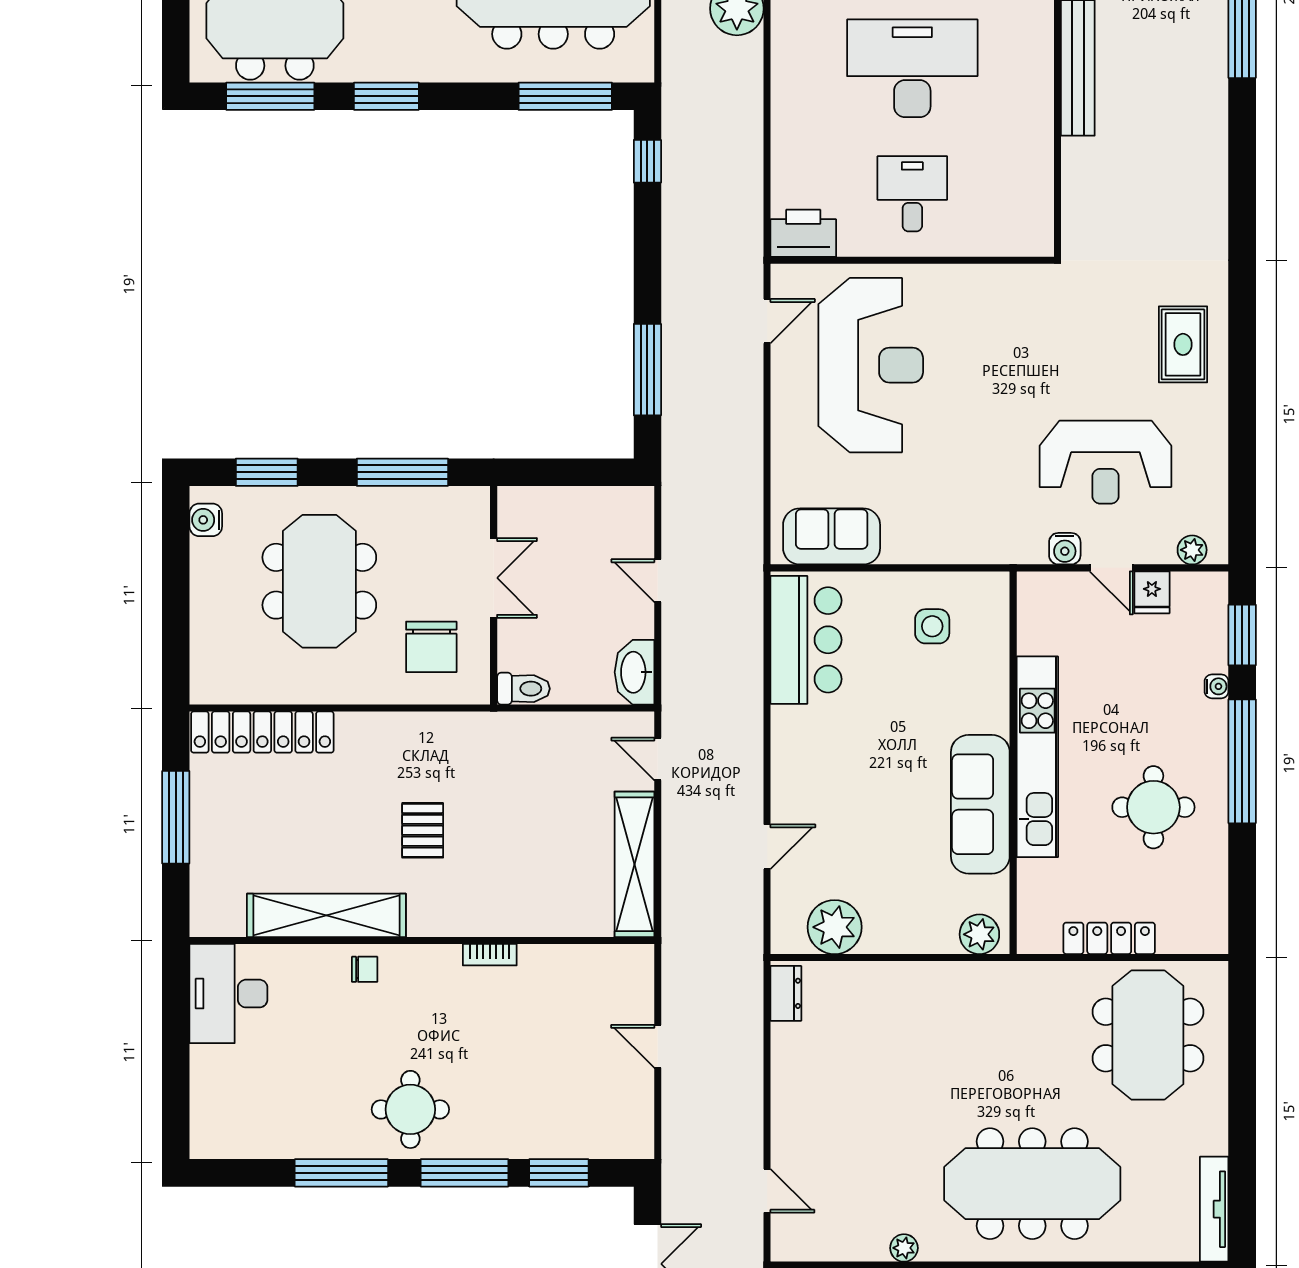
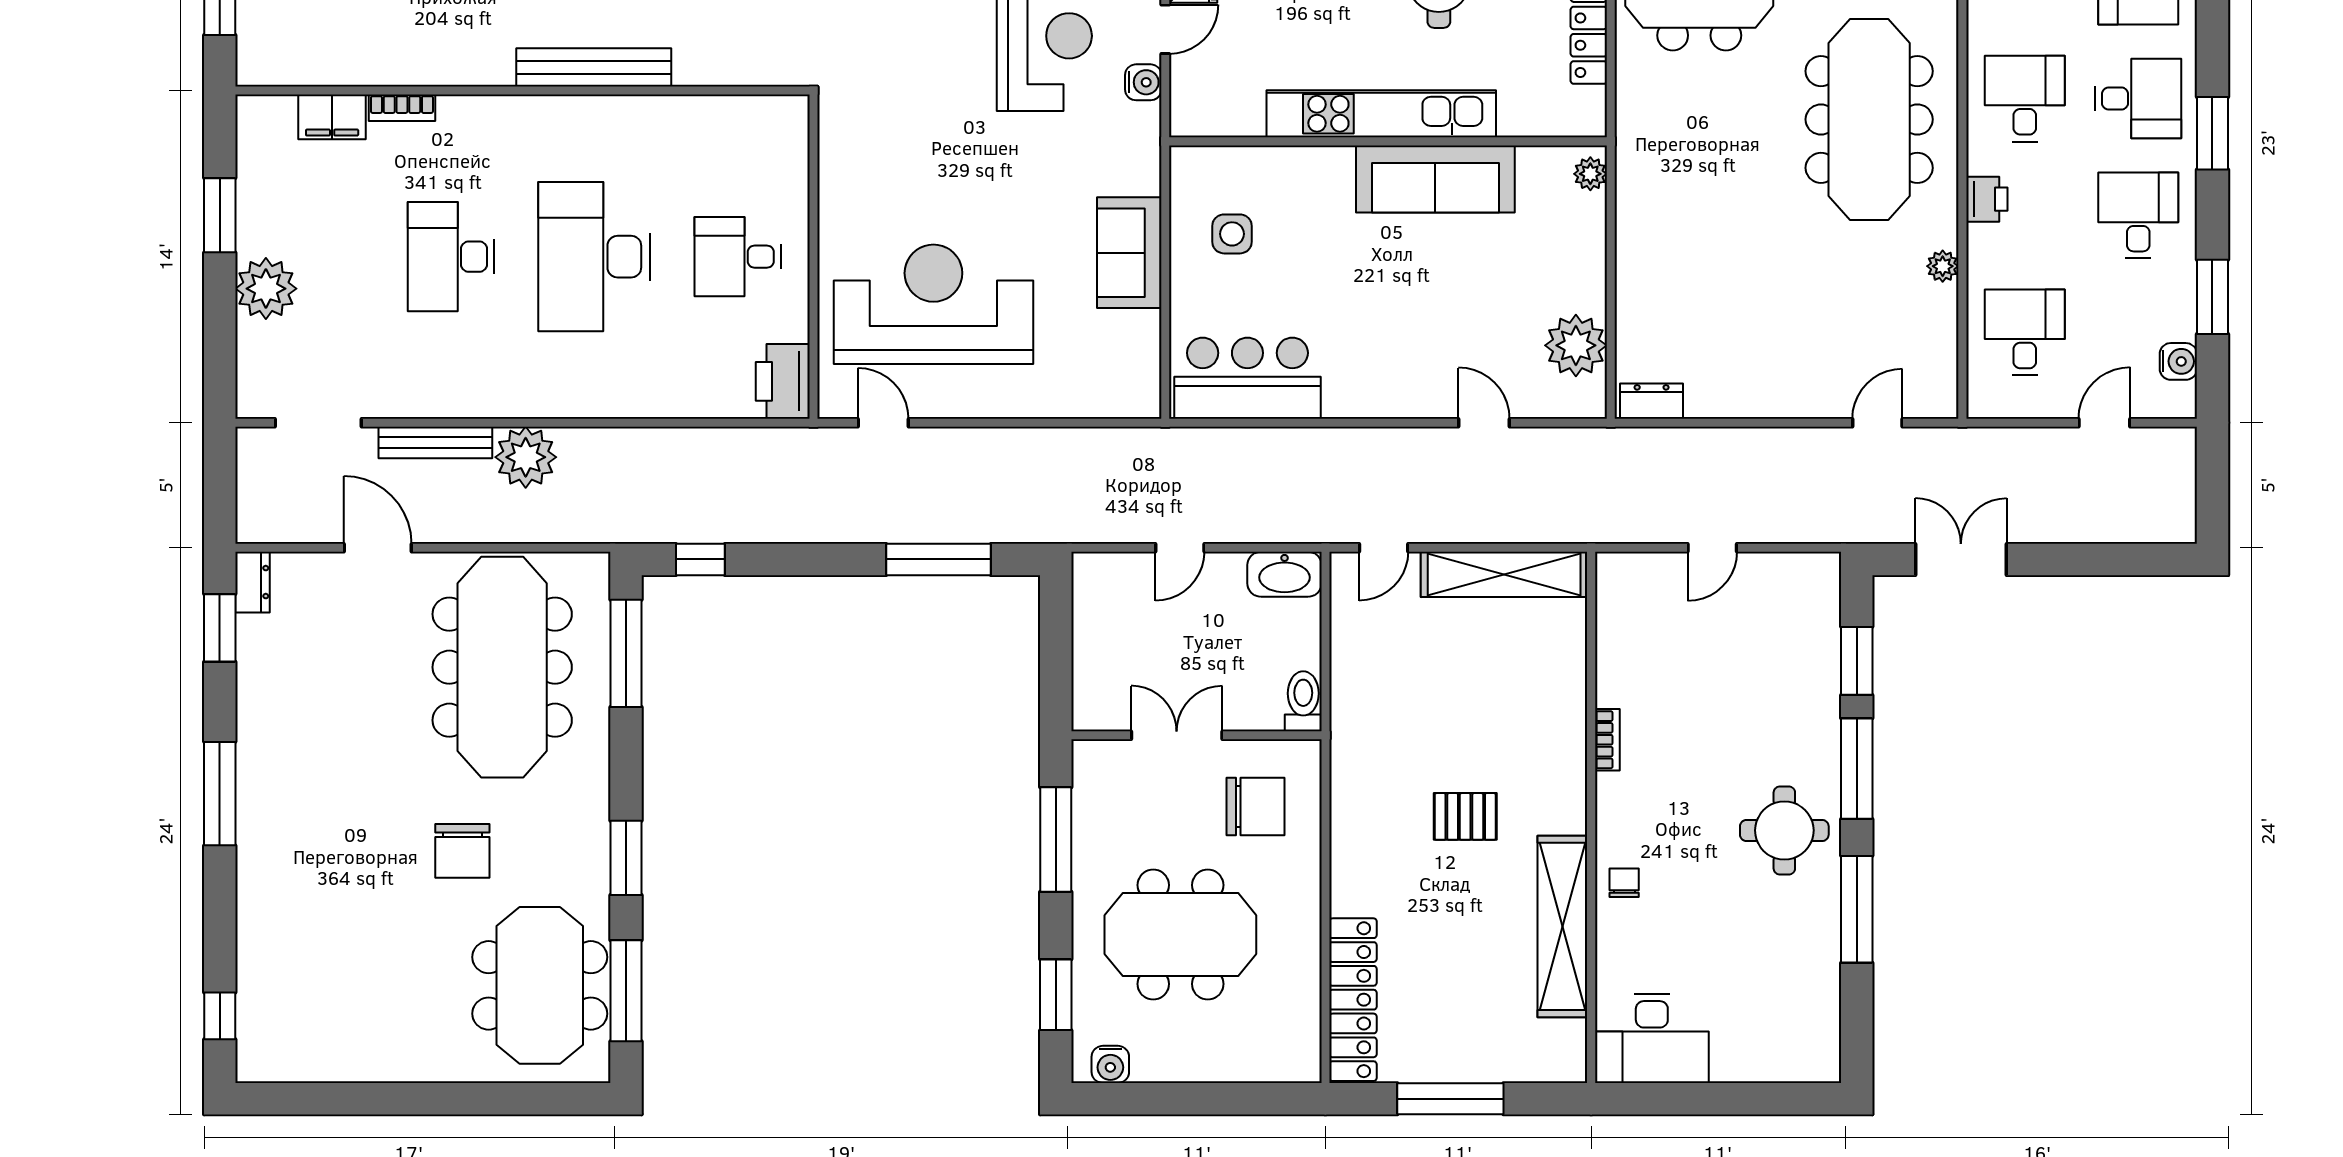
sofa: (832, 536) -> (1129, 253), moved
plant: (979, 934) -> (1590, 174), width x0.73, depth x0.73

